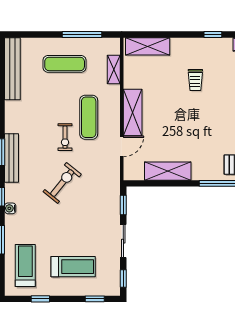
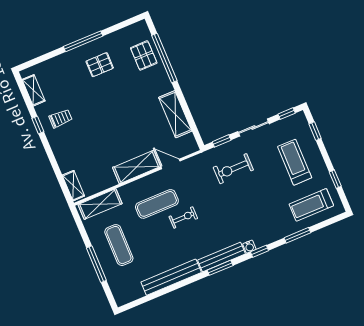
window: (82, 35) -> (96, 264), moved
shelving: (148, 46) -> (73, 186), width x0.67, depth x0.75
bench: (12, 69) -> (171, 277), moved
shelving: (114, 70) -> (100, 204), width x1.50, depth x1.33
trolley: (195, 80) -> (61, 118), moved
exercise bike: (62, 183) -> (233, 169), moved, turned -39
water cooler: (10, 208) -> (249, 247), moved

